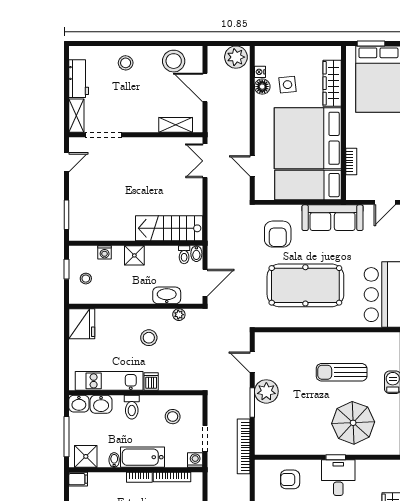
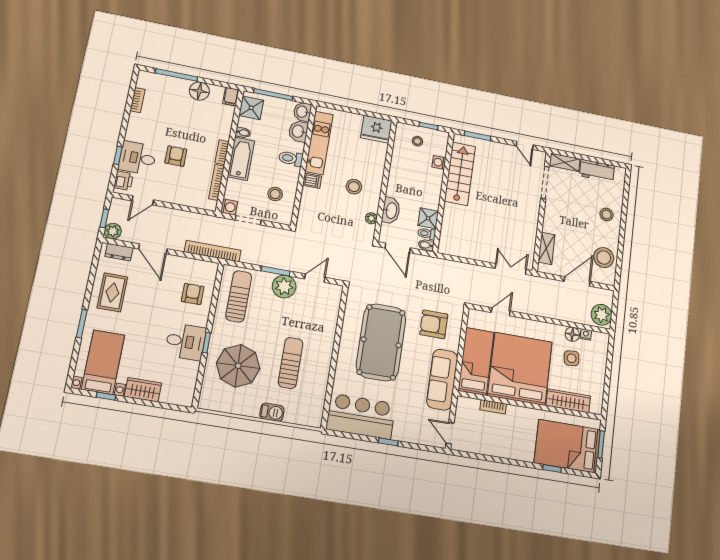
stairs: (169, 228) -> (460, 174), moved
shower: (134, 255) -> (428, 218), moved
sun lounger: (284, 434) -> (239, 296), added
bookcase: (244, 446) -> (213, 251), moved

